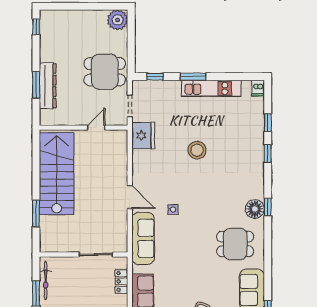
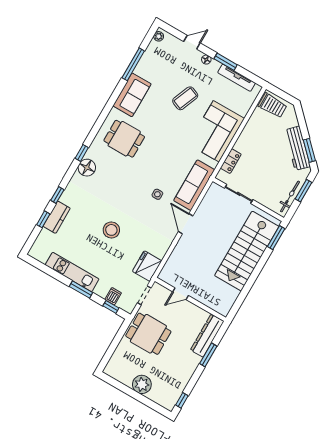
plant: (118, 20) -> (142, 384), moved
dresser: (48, 86) -> (207, 336), moved
dishwasher: (258, 88) -> (113, 296), moved
kitchen counter: (256, 132) -> (57, 217), added
stairs: (57, 174) -> (247, 251), moved
floor lamp: (255, 209) -> (87, 168), moved
window: (36, 213) -> (276, 238), moved

